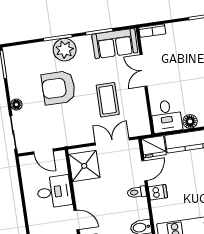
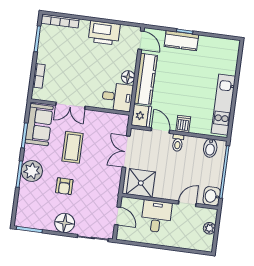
bookcase: (152, 31) -> (39, 76), moved
armchair: (58, 88) -> (64, 186), width x0.53, depth x0.53
coffee table: (108, 100) -> (73, 147), moved, turned 90
floor lamp: (16, 105) -> (65, 223), width x1.89, depth x1.89
door: (43, 151) -> (117, 216), hinge flipped

